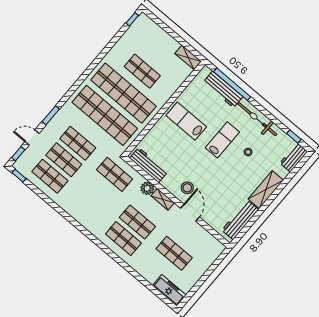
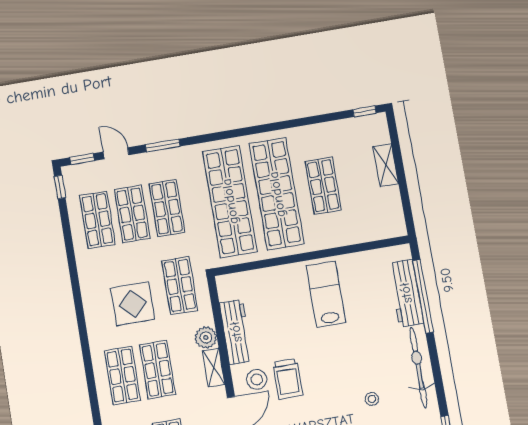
shelving: (188, 57) -> (386, 165), moved
lab bench: (222, 140) -> (352, 356), removed
workbench: (149, 165) -> (236, 332), moved
trolley: (201, 175) -> (288, 379), added
display table: (100, 201) -> (133, 304), added

